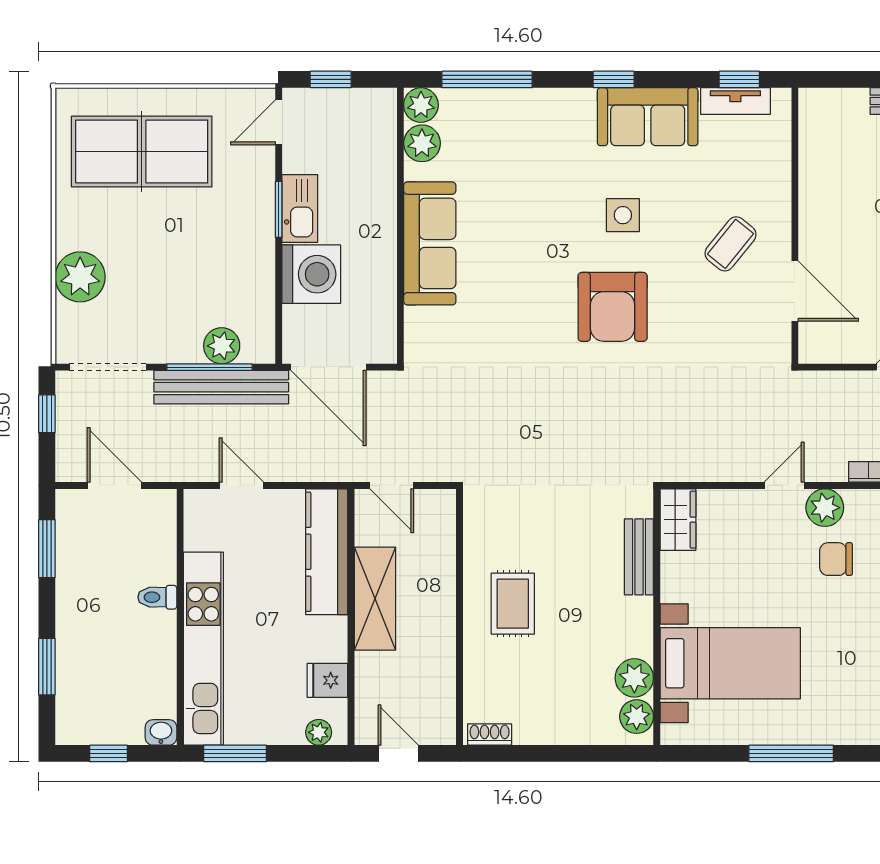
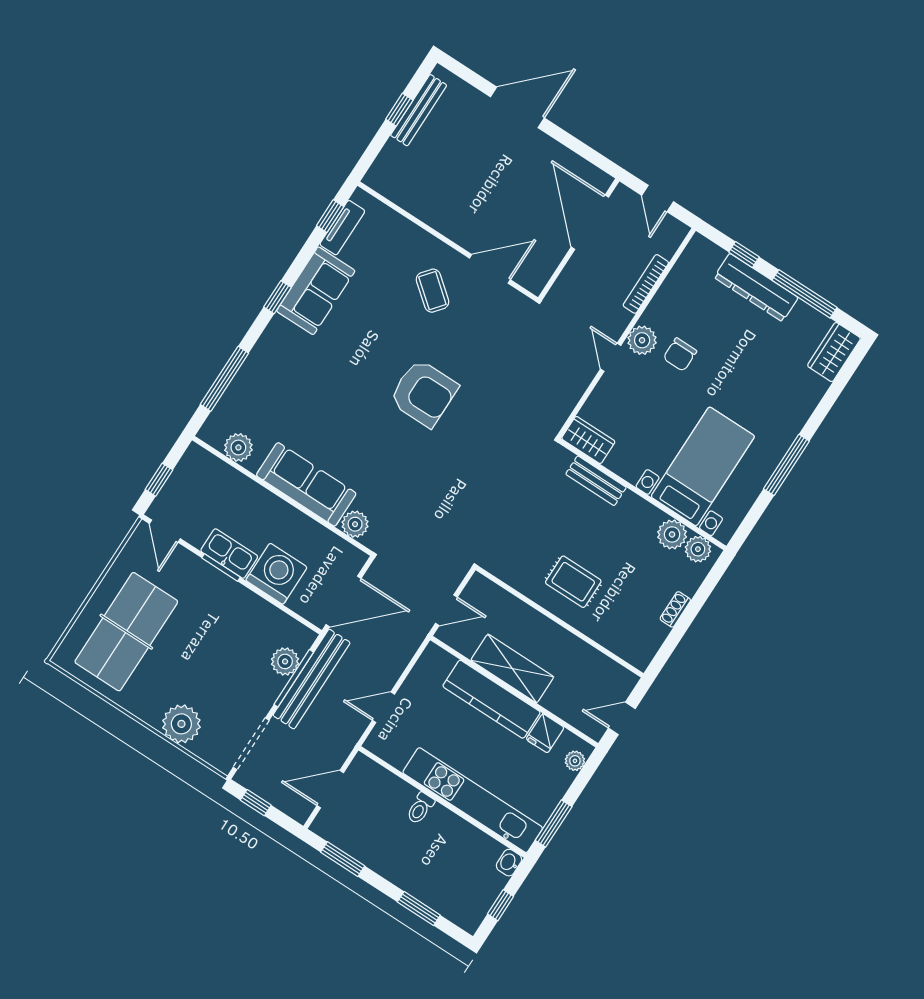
plant: (421, 105) -> (355, 524), moved
side table: (623, 215) -> (369, 348), removed
kitchen counter: (327, 552) -> (492, 699), moved
shoe rack: (490, 735) -> (675, 609), moved

